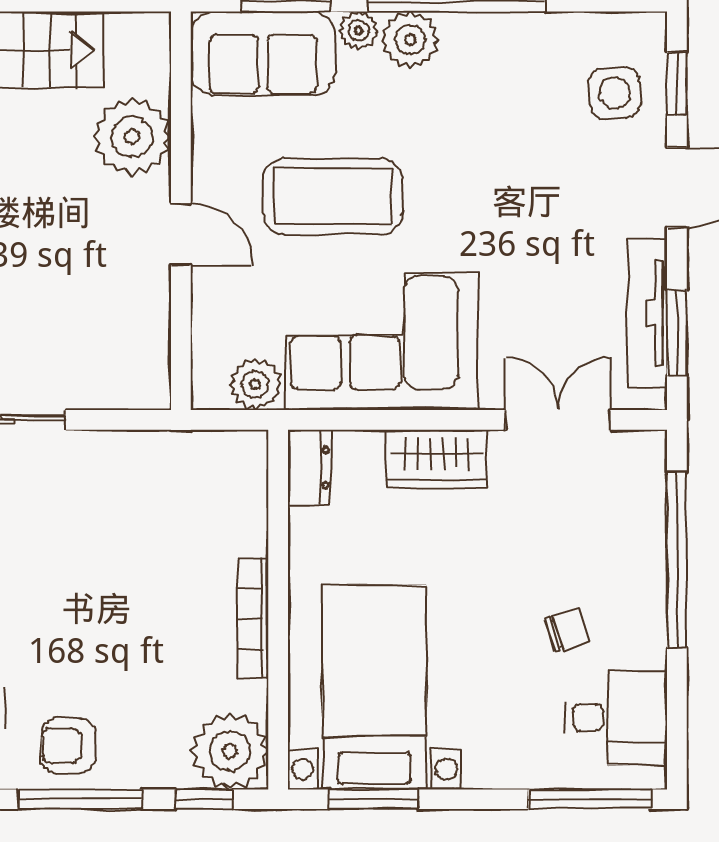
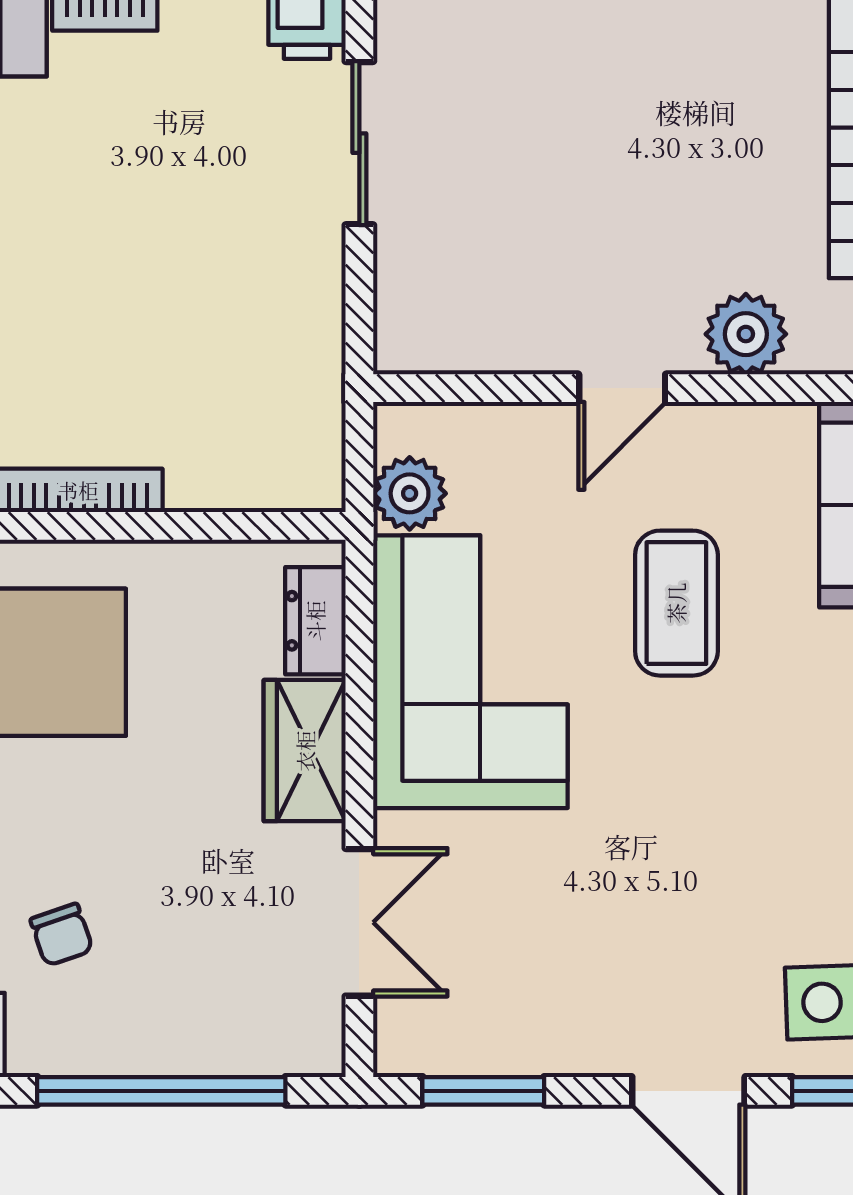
plant: (132, 137) -> (746, 334), width x0.73, depth x0.73
coffee table: (333, 196) -> (676, 603), width x0.73, depth x0.76
tv unit: (647, 313) -> (511, 1049), removed
dresser: (309, 467) -> (315, 621), moved, turned 90

